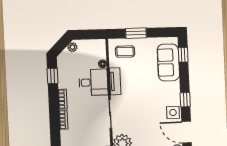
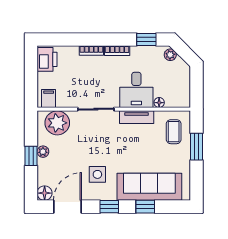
plant: (72, 47) -> (170, 55), moved
window: (183, 55) -> (145, 207), moved
sofa: (168, 62) -> (149, 187), width x1.36
side table: (173, 113) -> (97, 174), moved

